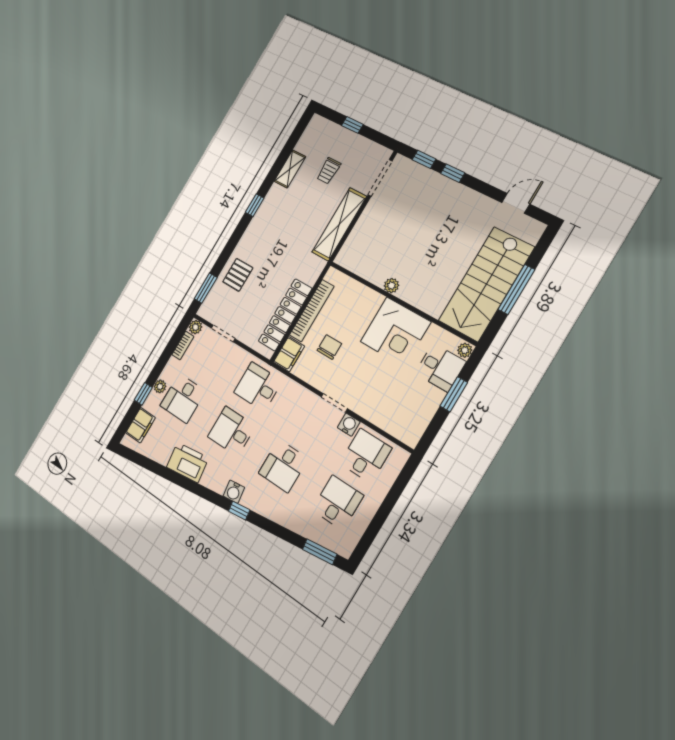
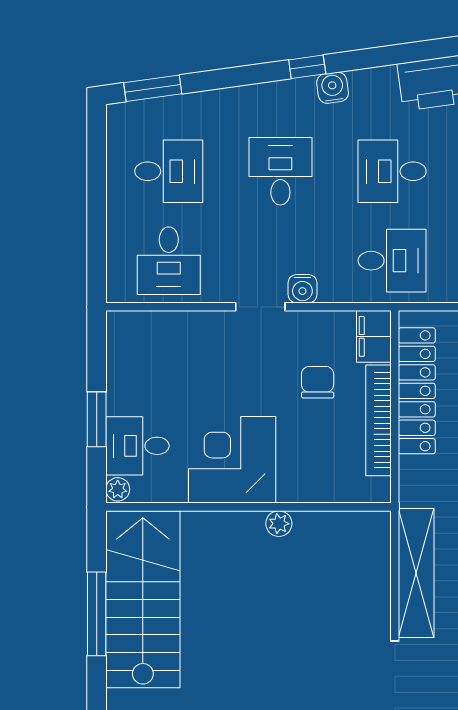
chair: (329, 347) -> (318, 382), turned 180
water cooler: (349, 425) -> (302, 289), moved
desk: (232, 431) -> (392, 171), turned 180
desk: (338, 503) -> (169, 171), turned -90

